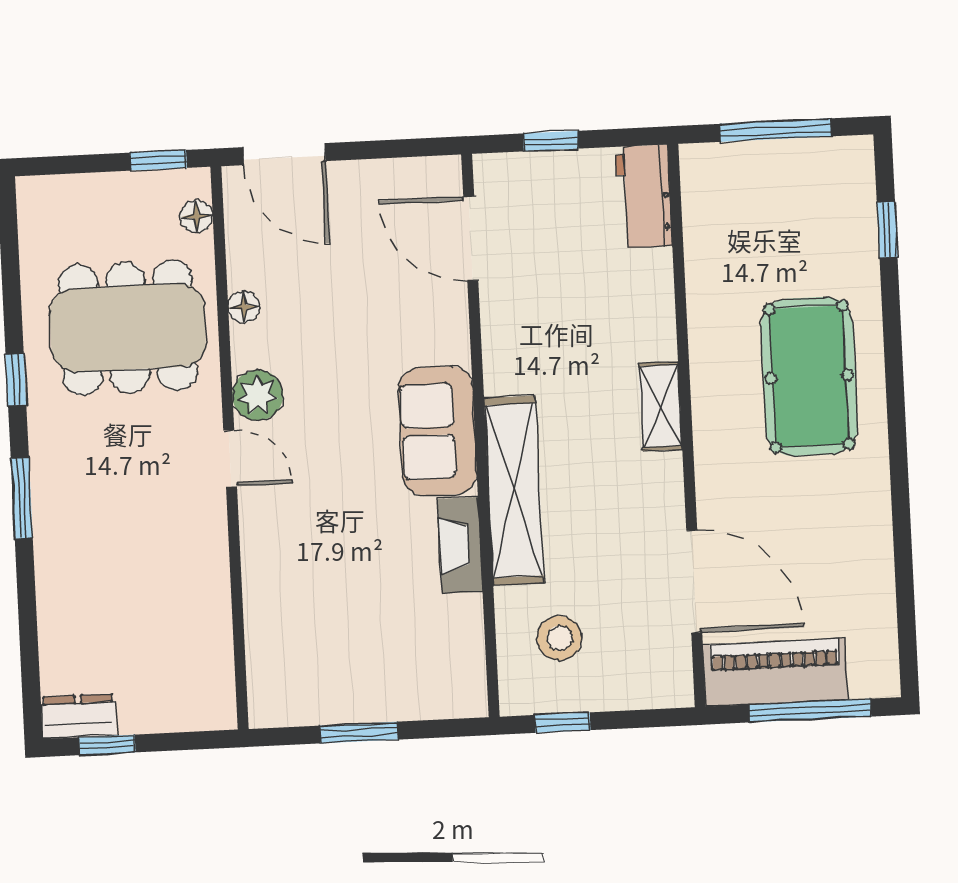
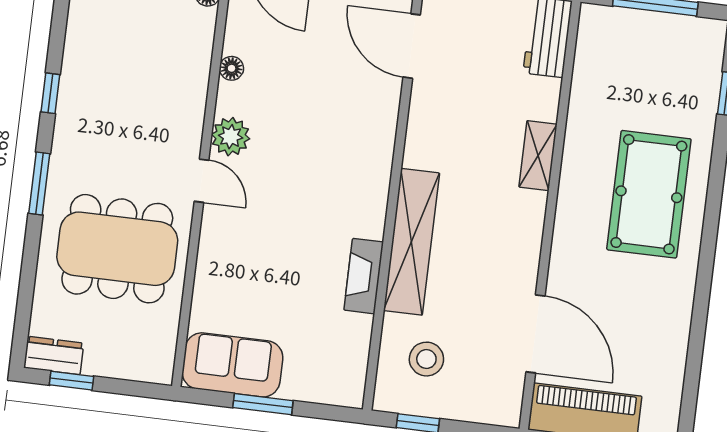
dining table: (128, 328) -> (117, 249), moved
shelving: (660, 406) -> (538, 156), moved
sofa: (438, 431) -> (232, 365), moved, turned 90

